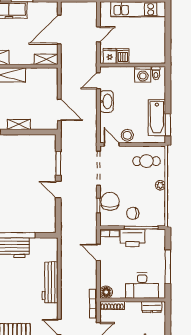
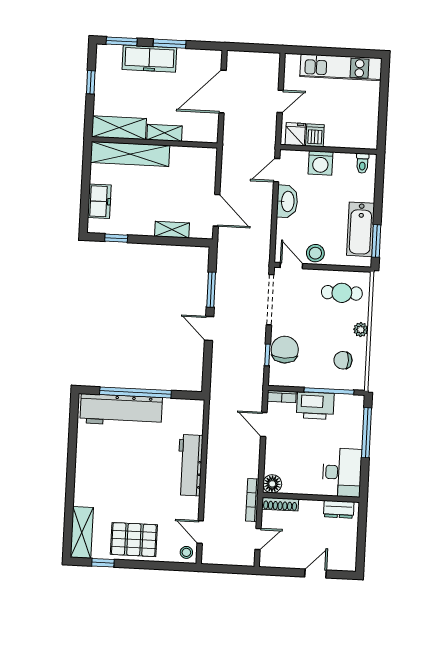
shelving: (46, 59) -> (164, 133), moved
washing machine: (143, 74) -> (320, 163), moved
shelving: (19, 124) -> (172, 230), moved
chair: (133, 213) -> (343, 360), moved
window: (168, 267) -> (367, 433), moved
desk: (142, 286) -> (342, 472), moved, turned -90

